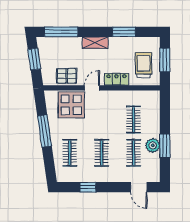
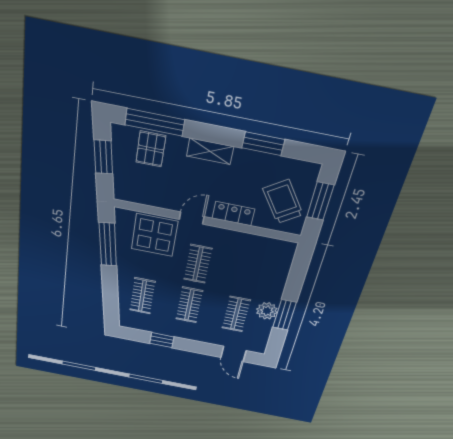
trolley: (144, 65) -> (283, 202), turned -34
pallet: (67, 76) -> (151, 149), moved, turned 90
clothes rail: (134, 120) -> (198, 264), moved
window: (45, 131) -> (108, 244), moved

